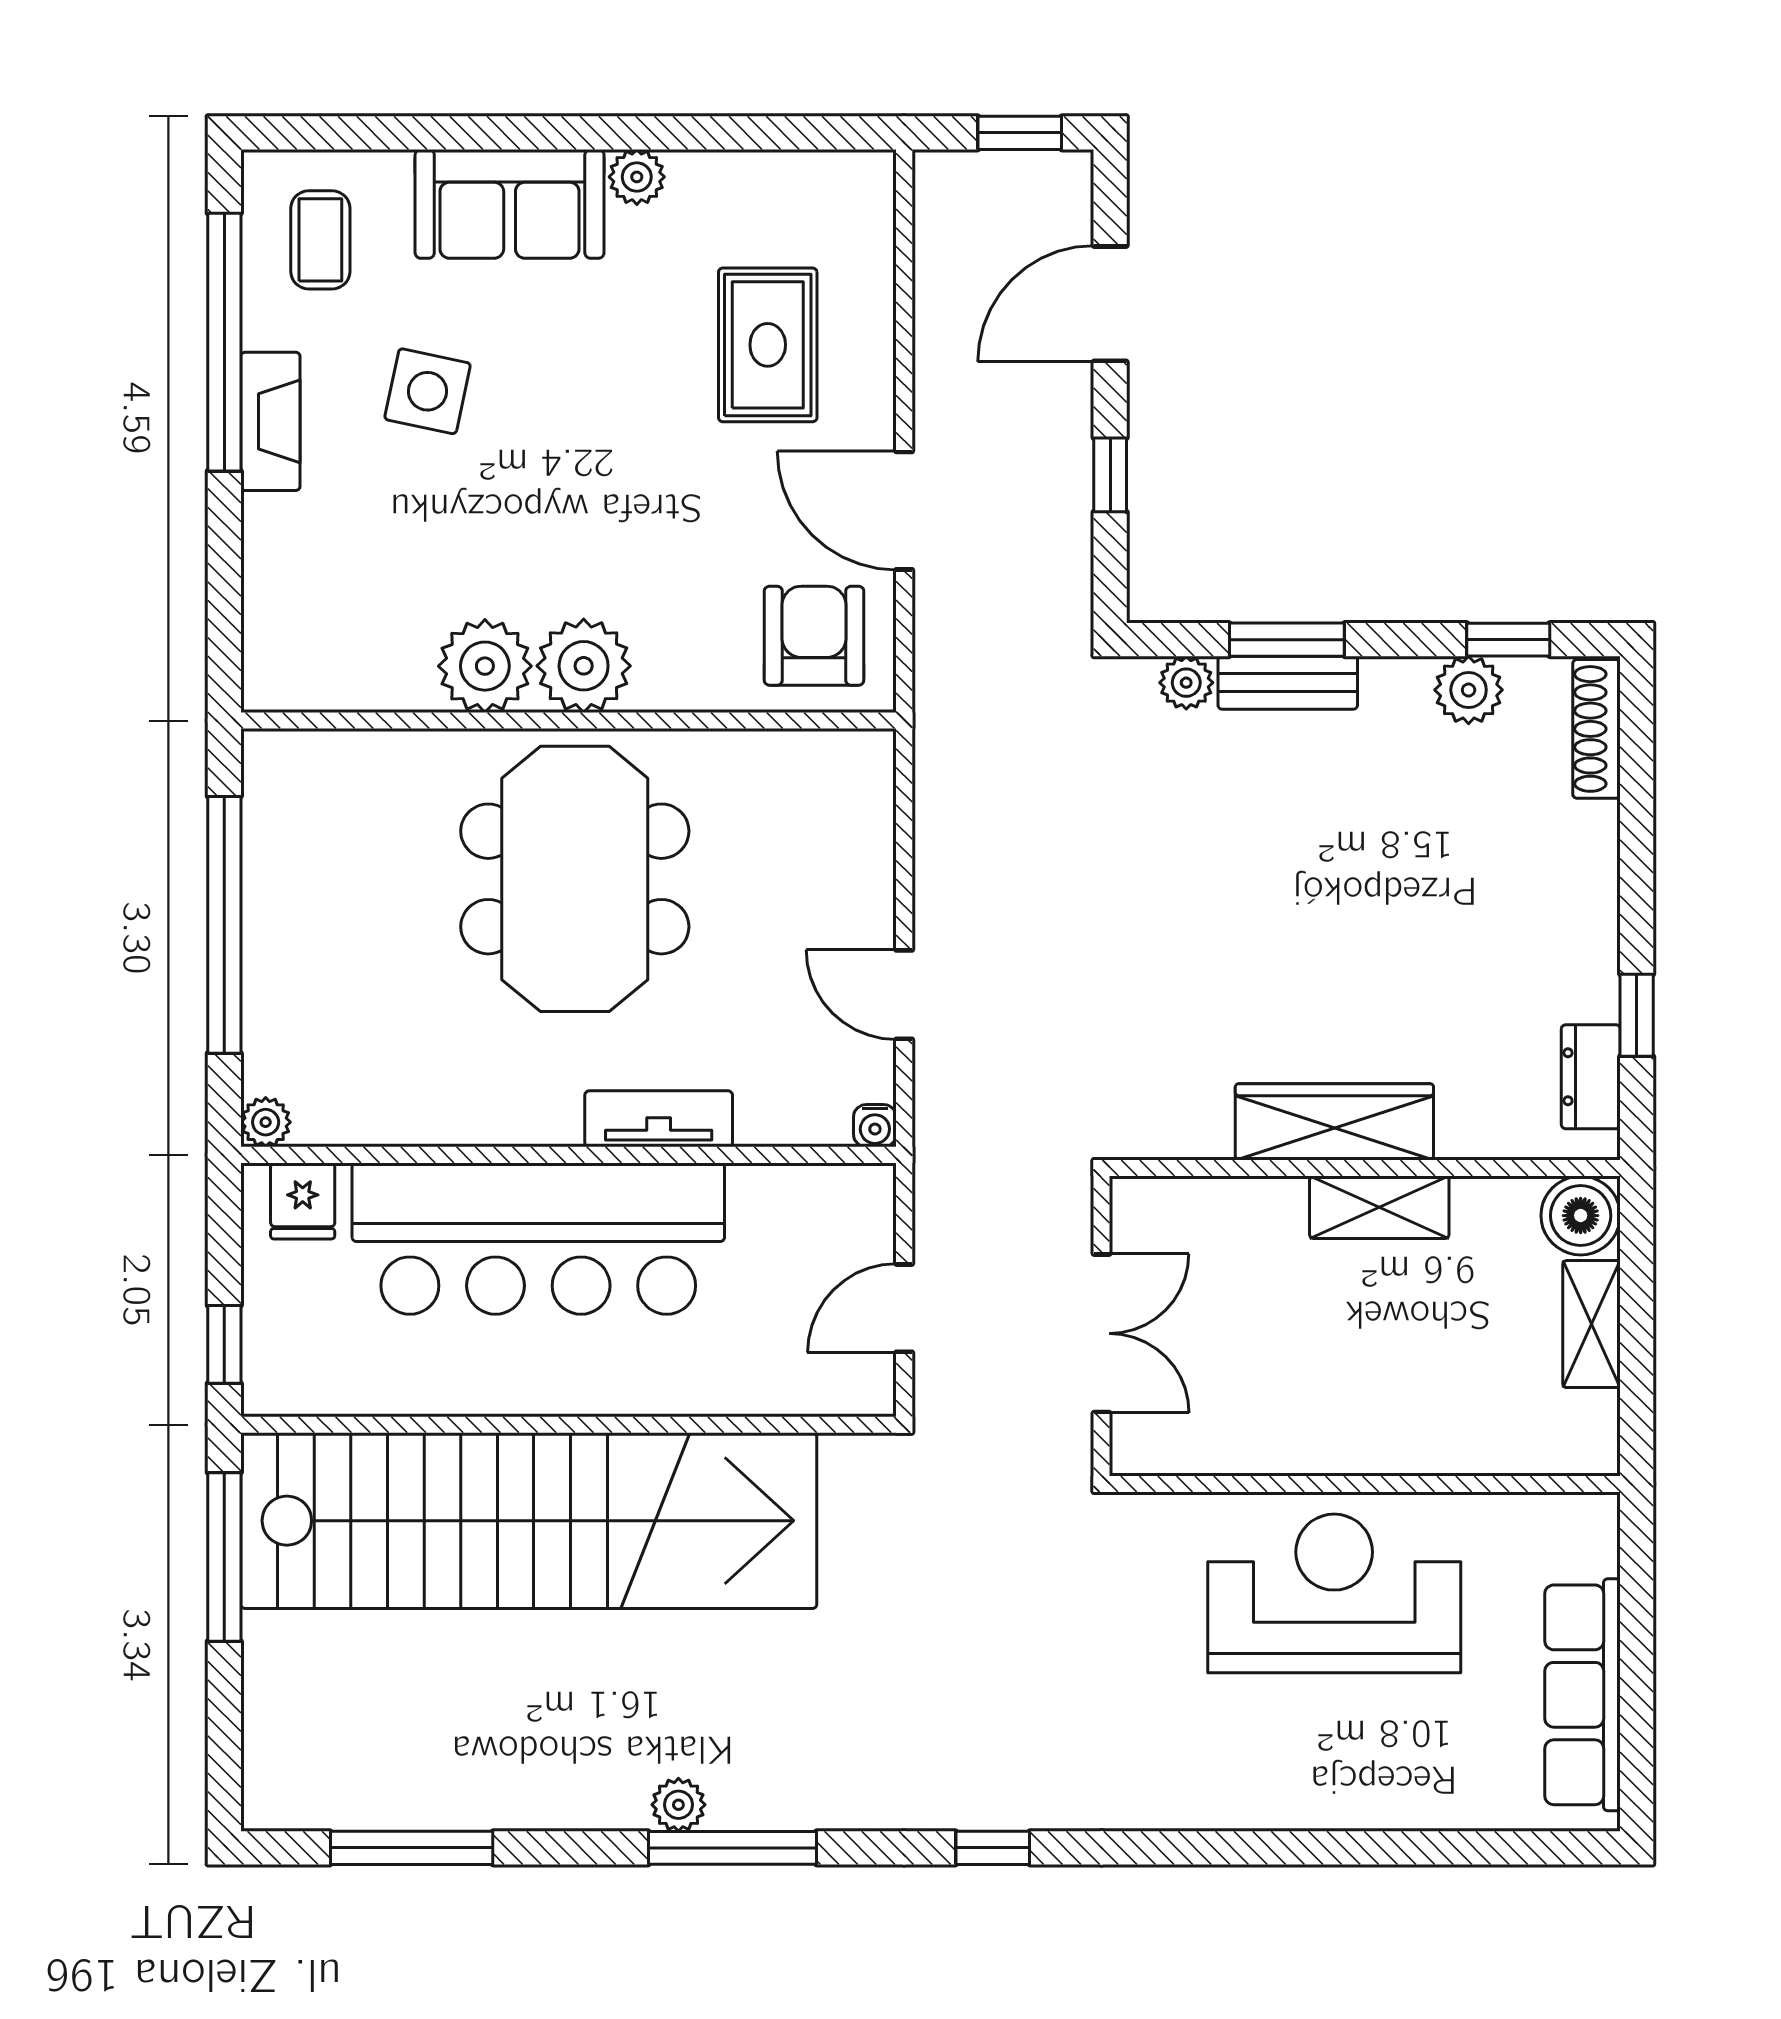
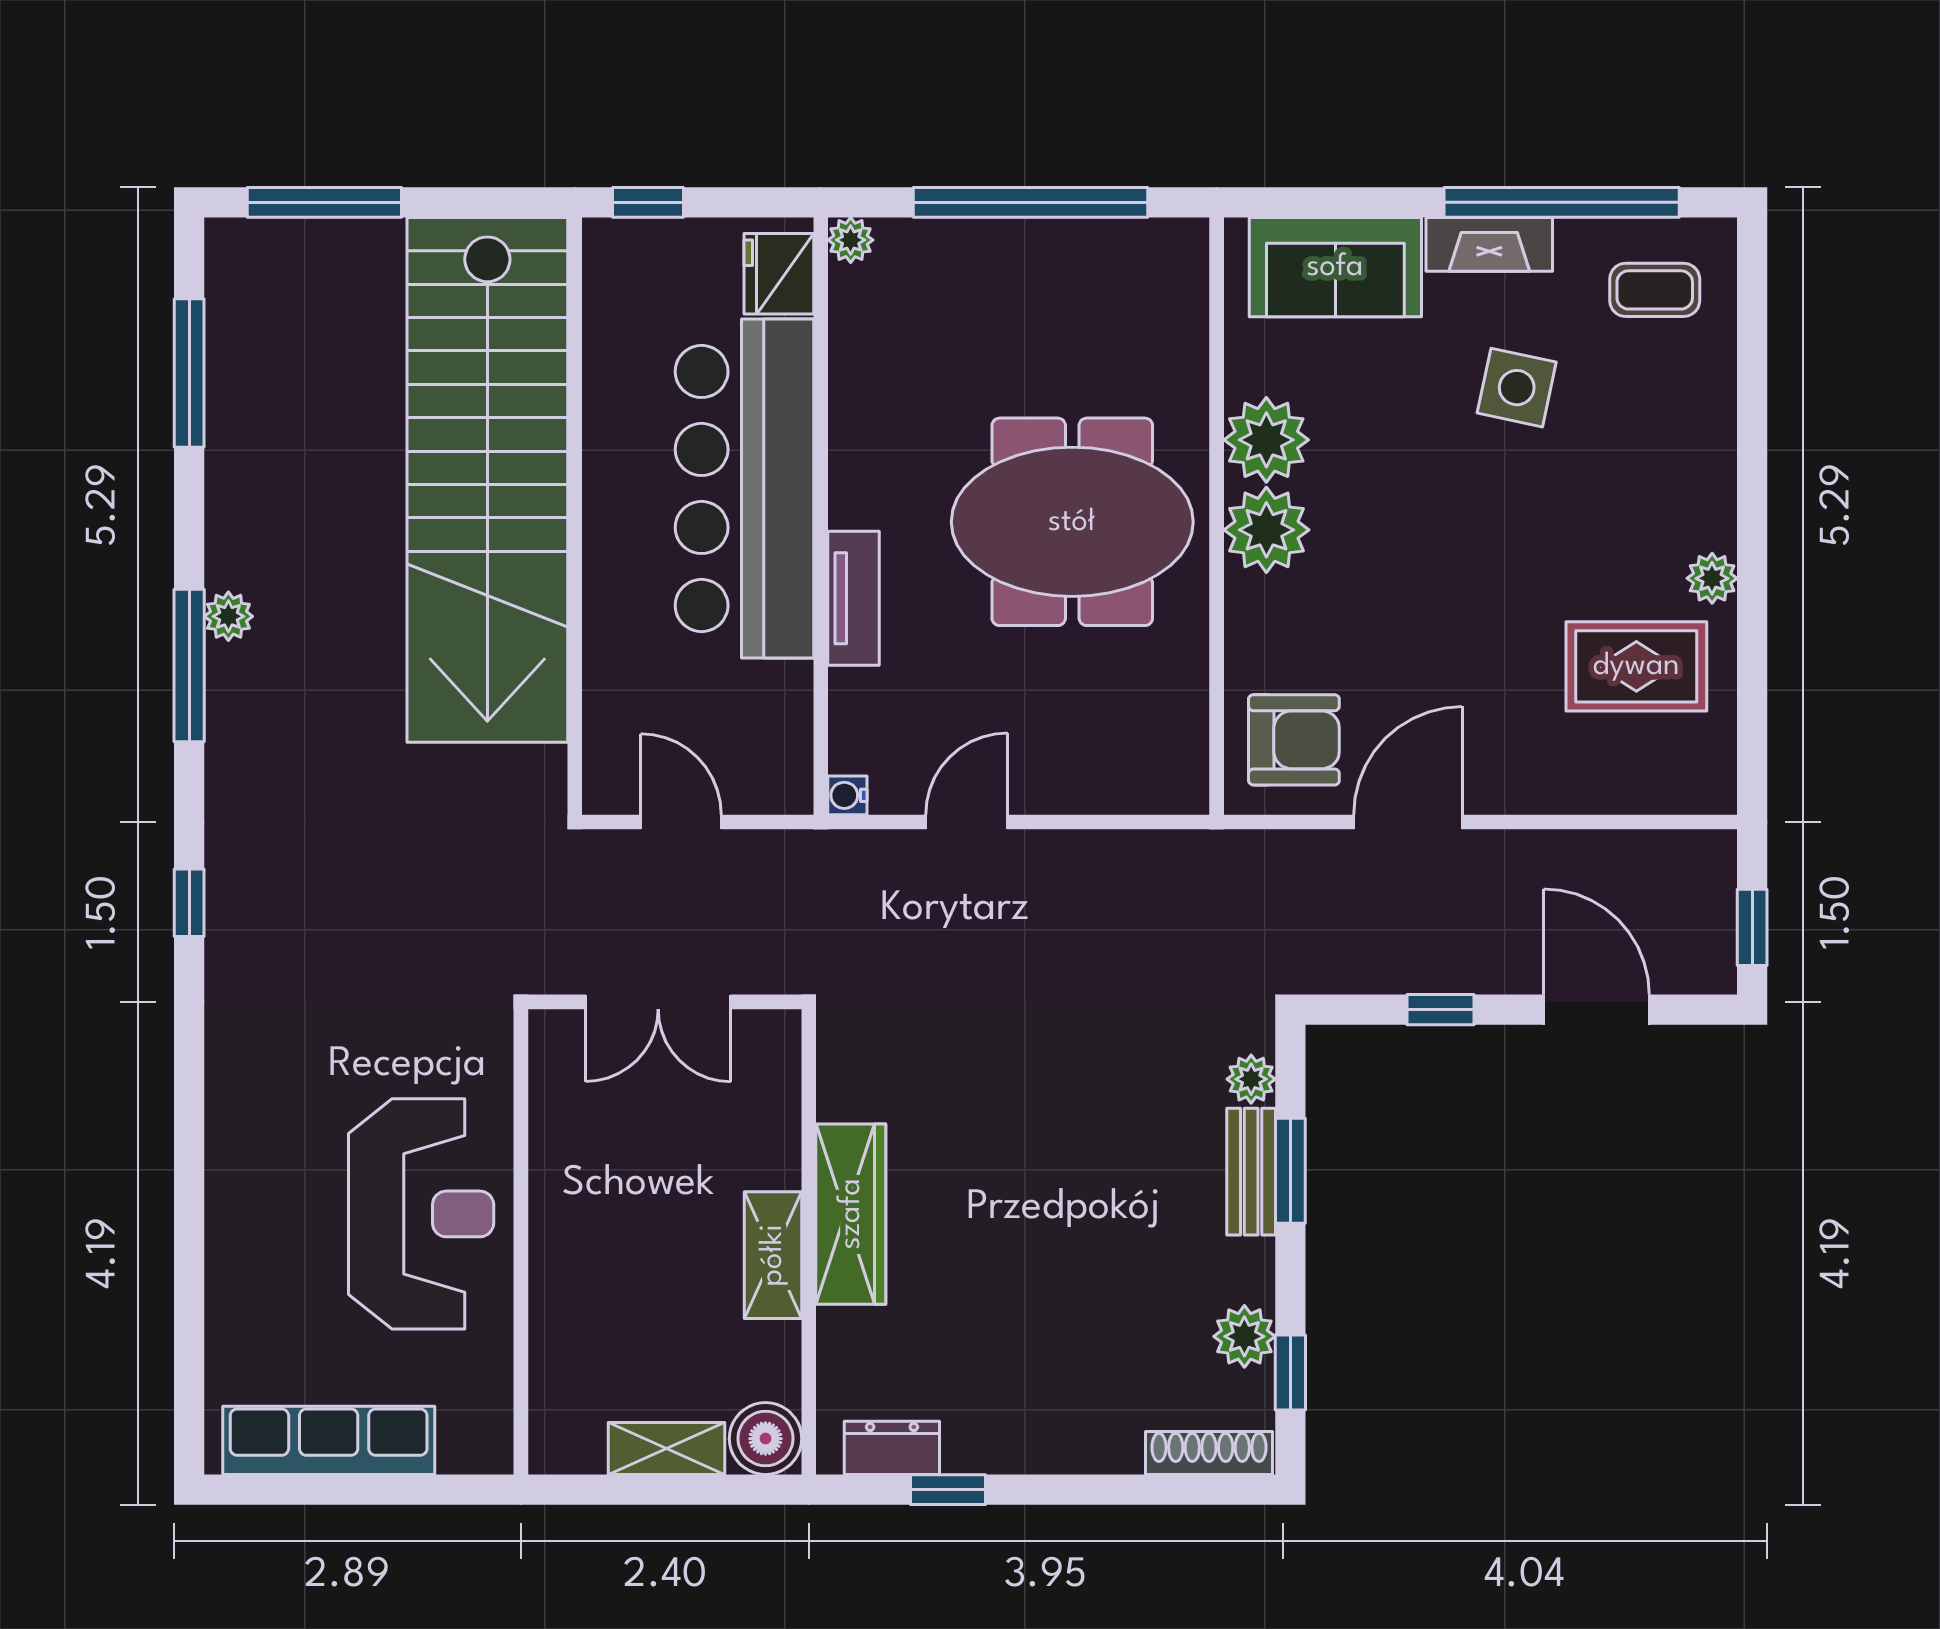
sofa: (510, 204) -> (1335, 267), moved, turned -90
rug: (768, 345) -> (1636, 666), moved
fridge: (303, 1201) -> (779, 274), width x1.38
window: (224, 1557) -> (324, 202), moved

